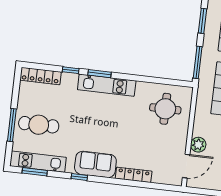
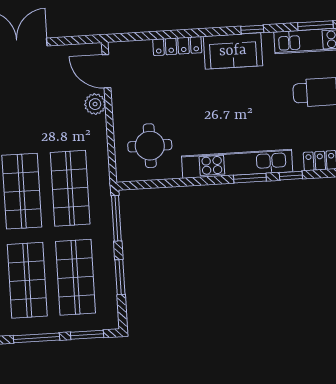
kitchen unit: (107, 85) -> (237, 164), width x1.36
door: (186, 166) -> (106, 71), hinge flipped

